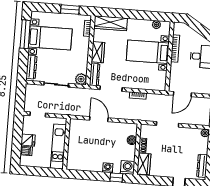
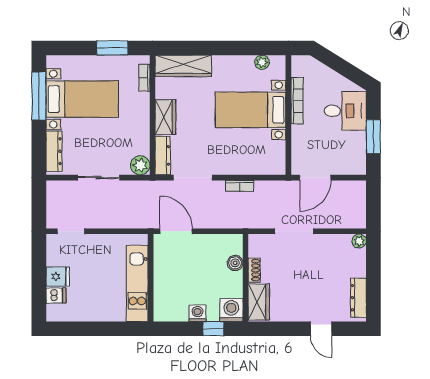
wall: (66, 144) -> (151, 278), moved
kitchen unit: (58, 146) -> (137, 283), moved

